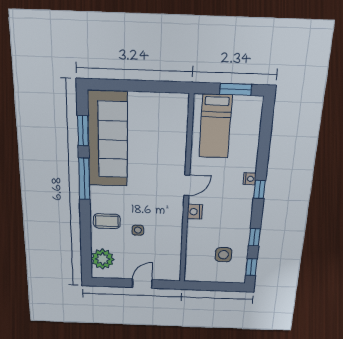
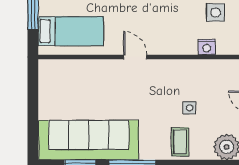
nightstand: (195, 212) -> (207, 47), moved

